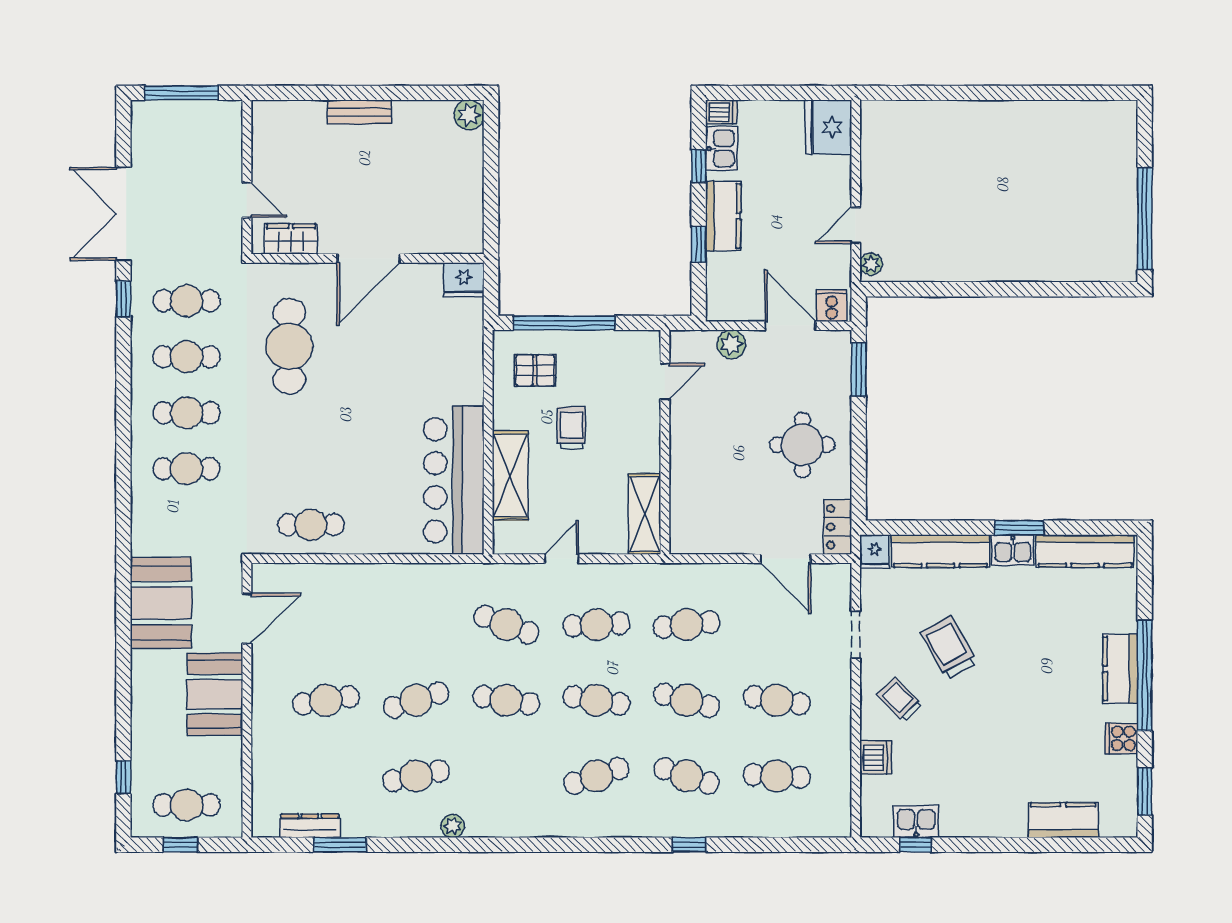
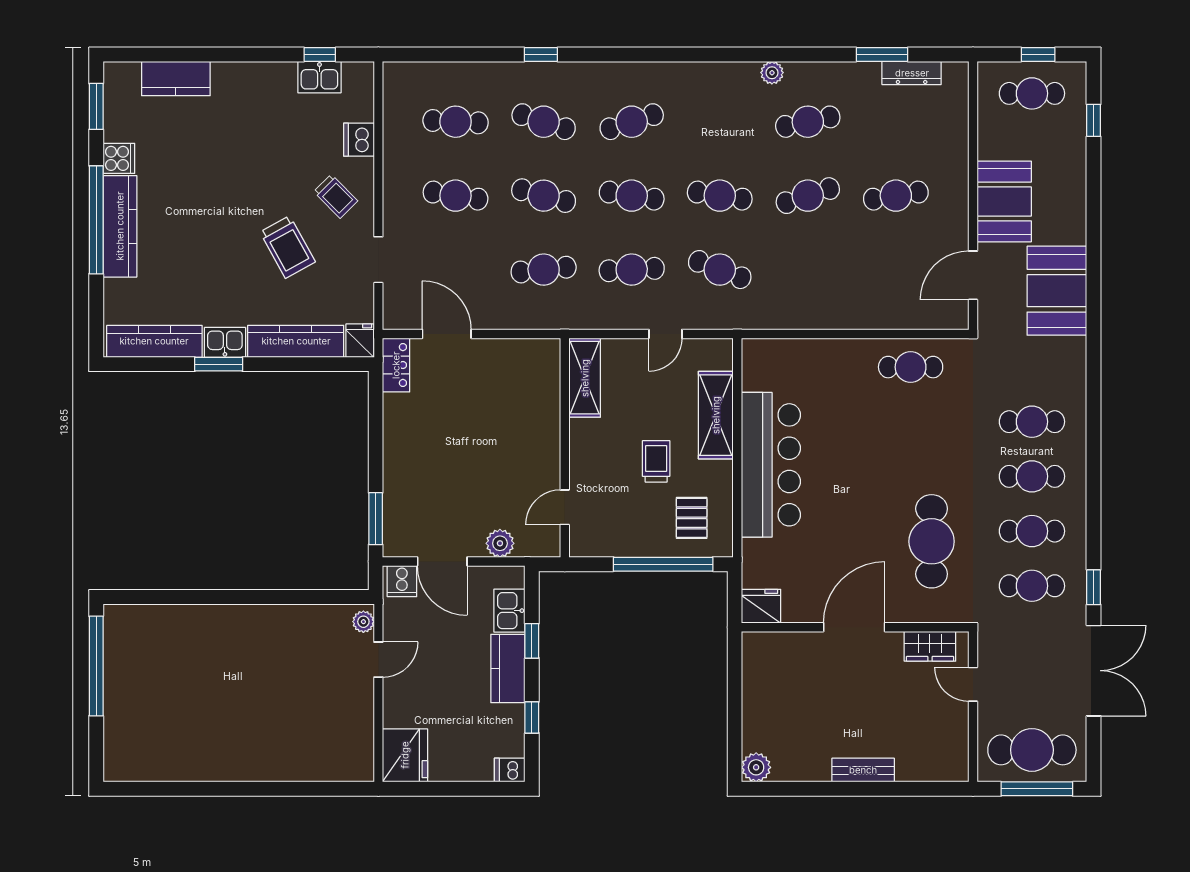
cafe table: (187, 133) -> (1032, 750), added
kitchen sink: (722, 148) -> (509, 611), moved
pallet: (535, 370) -> (692, 518), turned 90
trolley: (571, 428) -> (656, 461), turned 180
round table: (802, 445) -> (430, 445), removed
bar counter: (454, 480) -> (771, 465), moved
kitchen counter: (1120, 669) -> (120, 226), width x1.50

